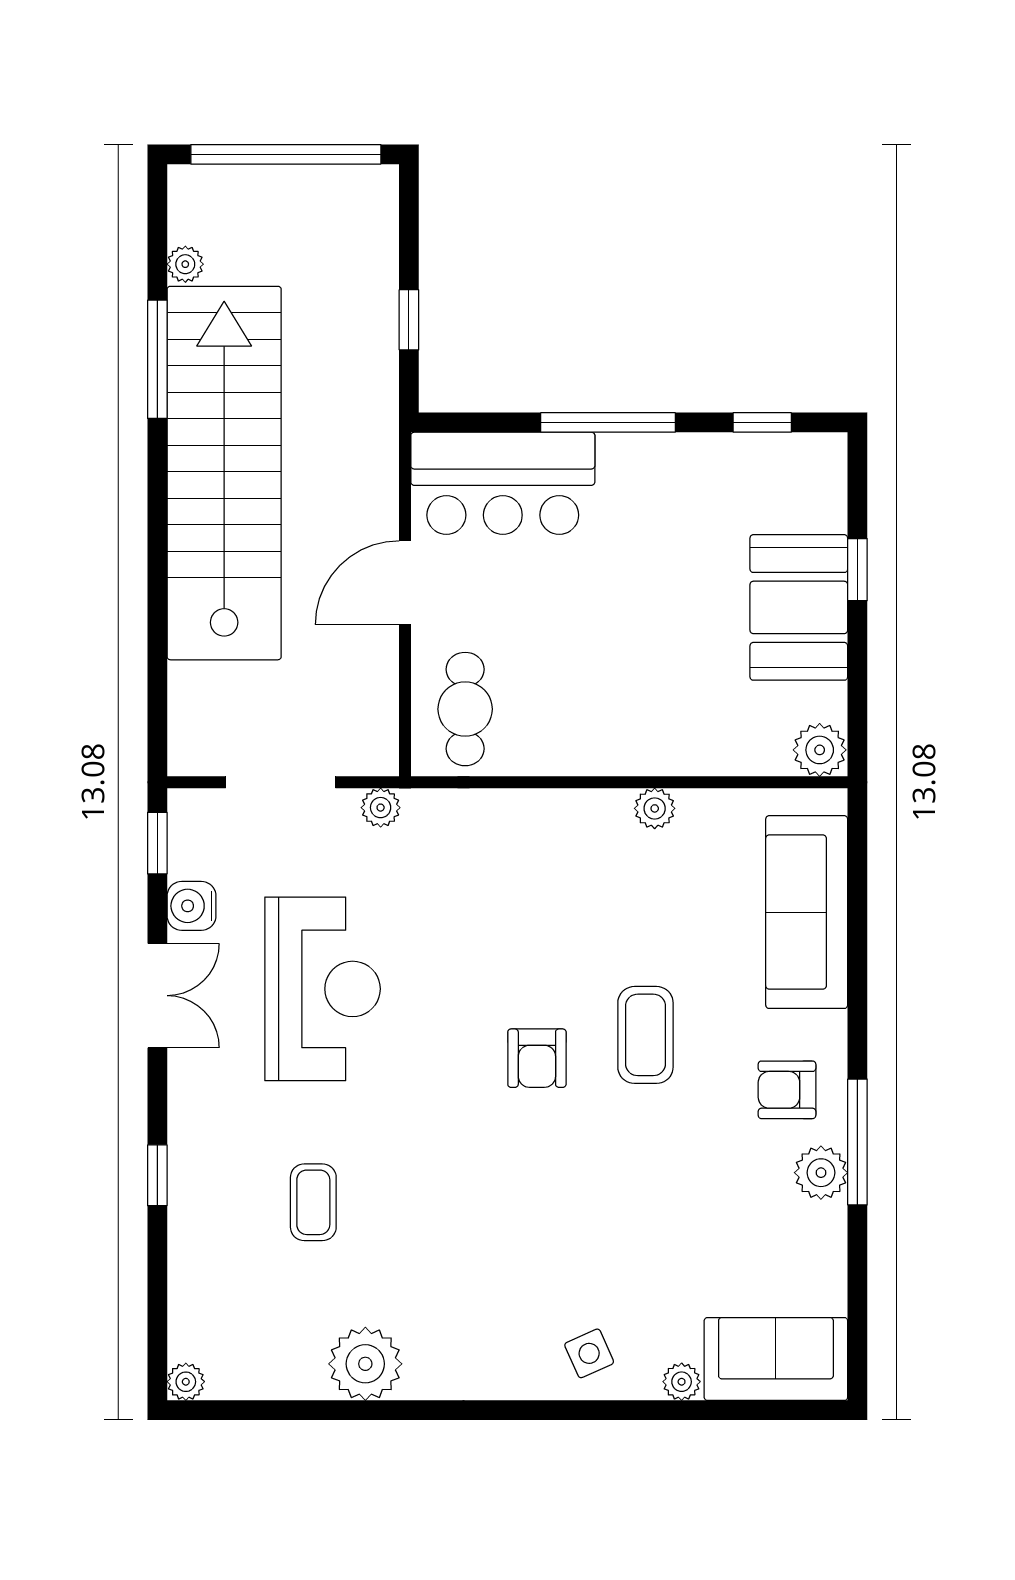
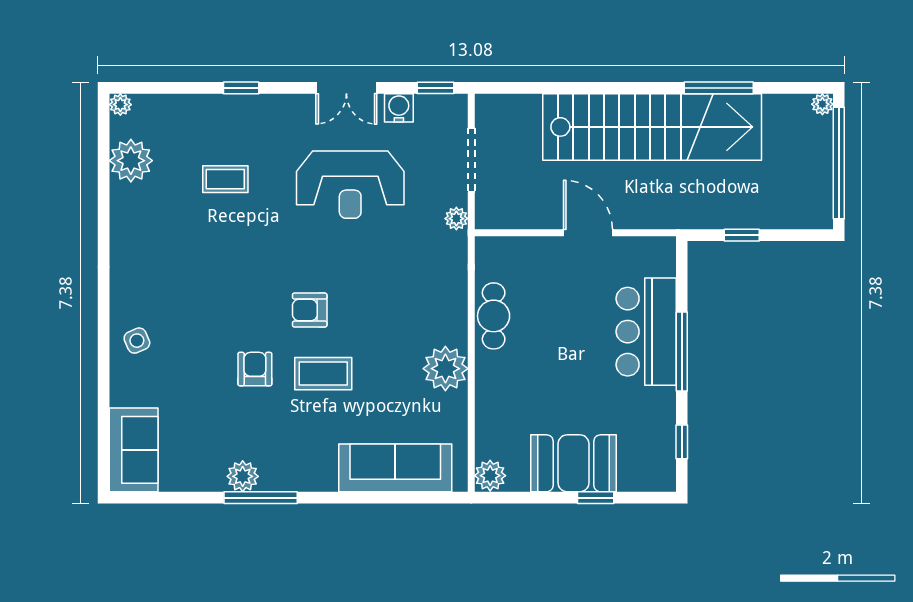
plant: (185, 264) -> (822, 104), moved
bar counter: (503, 483) -> (646, 332), moved
cafe table: (465, 709) -> (494, 316), moved, turned 90
plant: (655, 808) -> (445, 369), width x1.87, depth x1.87
armchair: (787, 1090) -> (255, 369), moved
plant: (365, 1364) -> (131, 161), moved
plant: (682, 1382) -> (120, 395), removed

